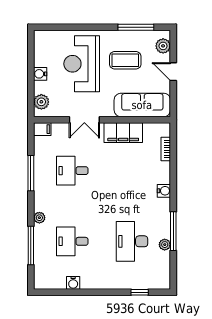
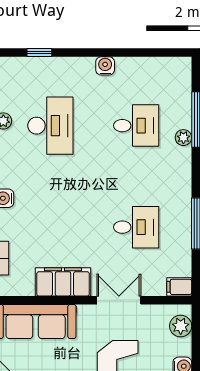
plant: (39, 218) -> (183, 138), moved
water cooler: (73, 283) -> (105, 66), moved

